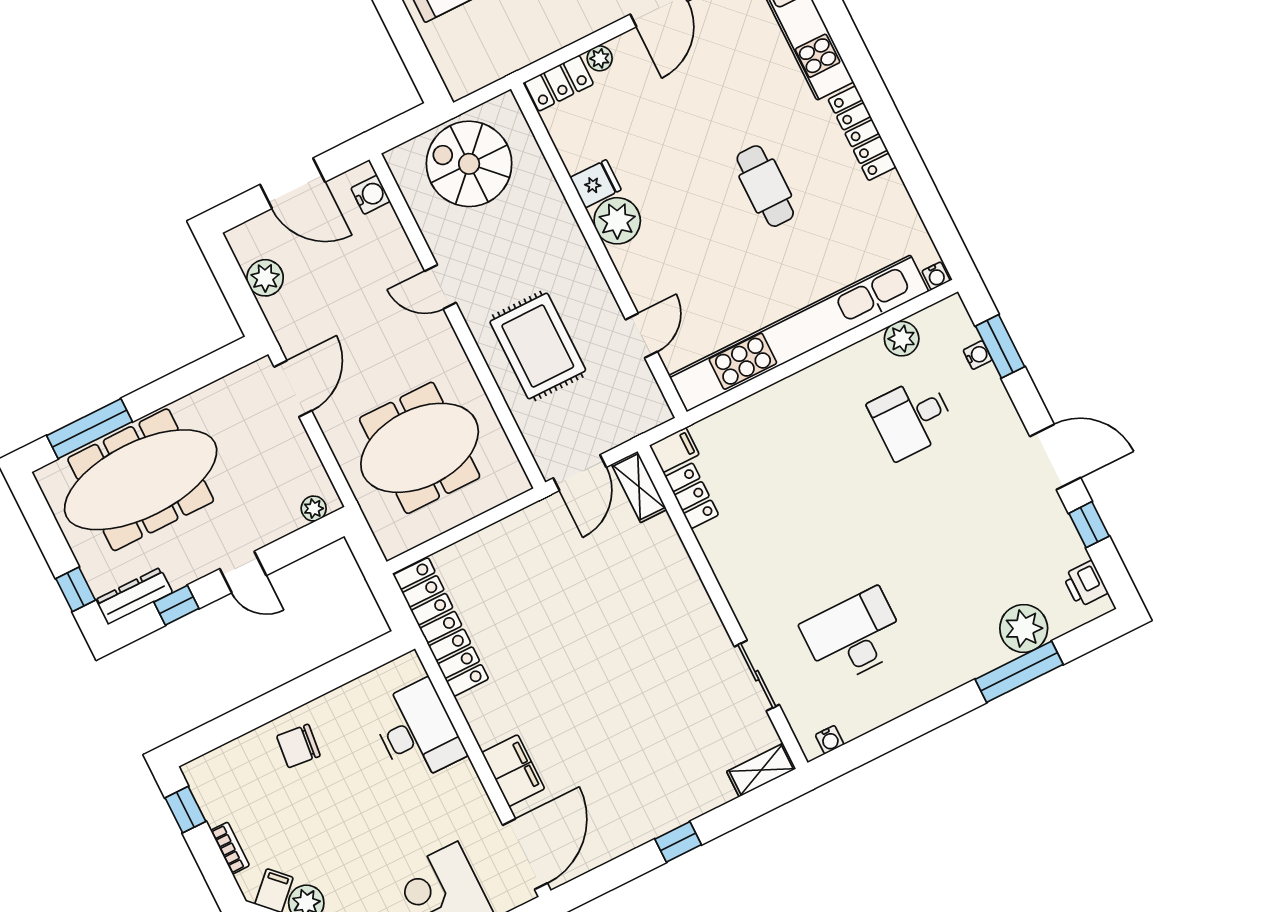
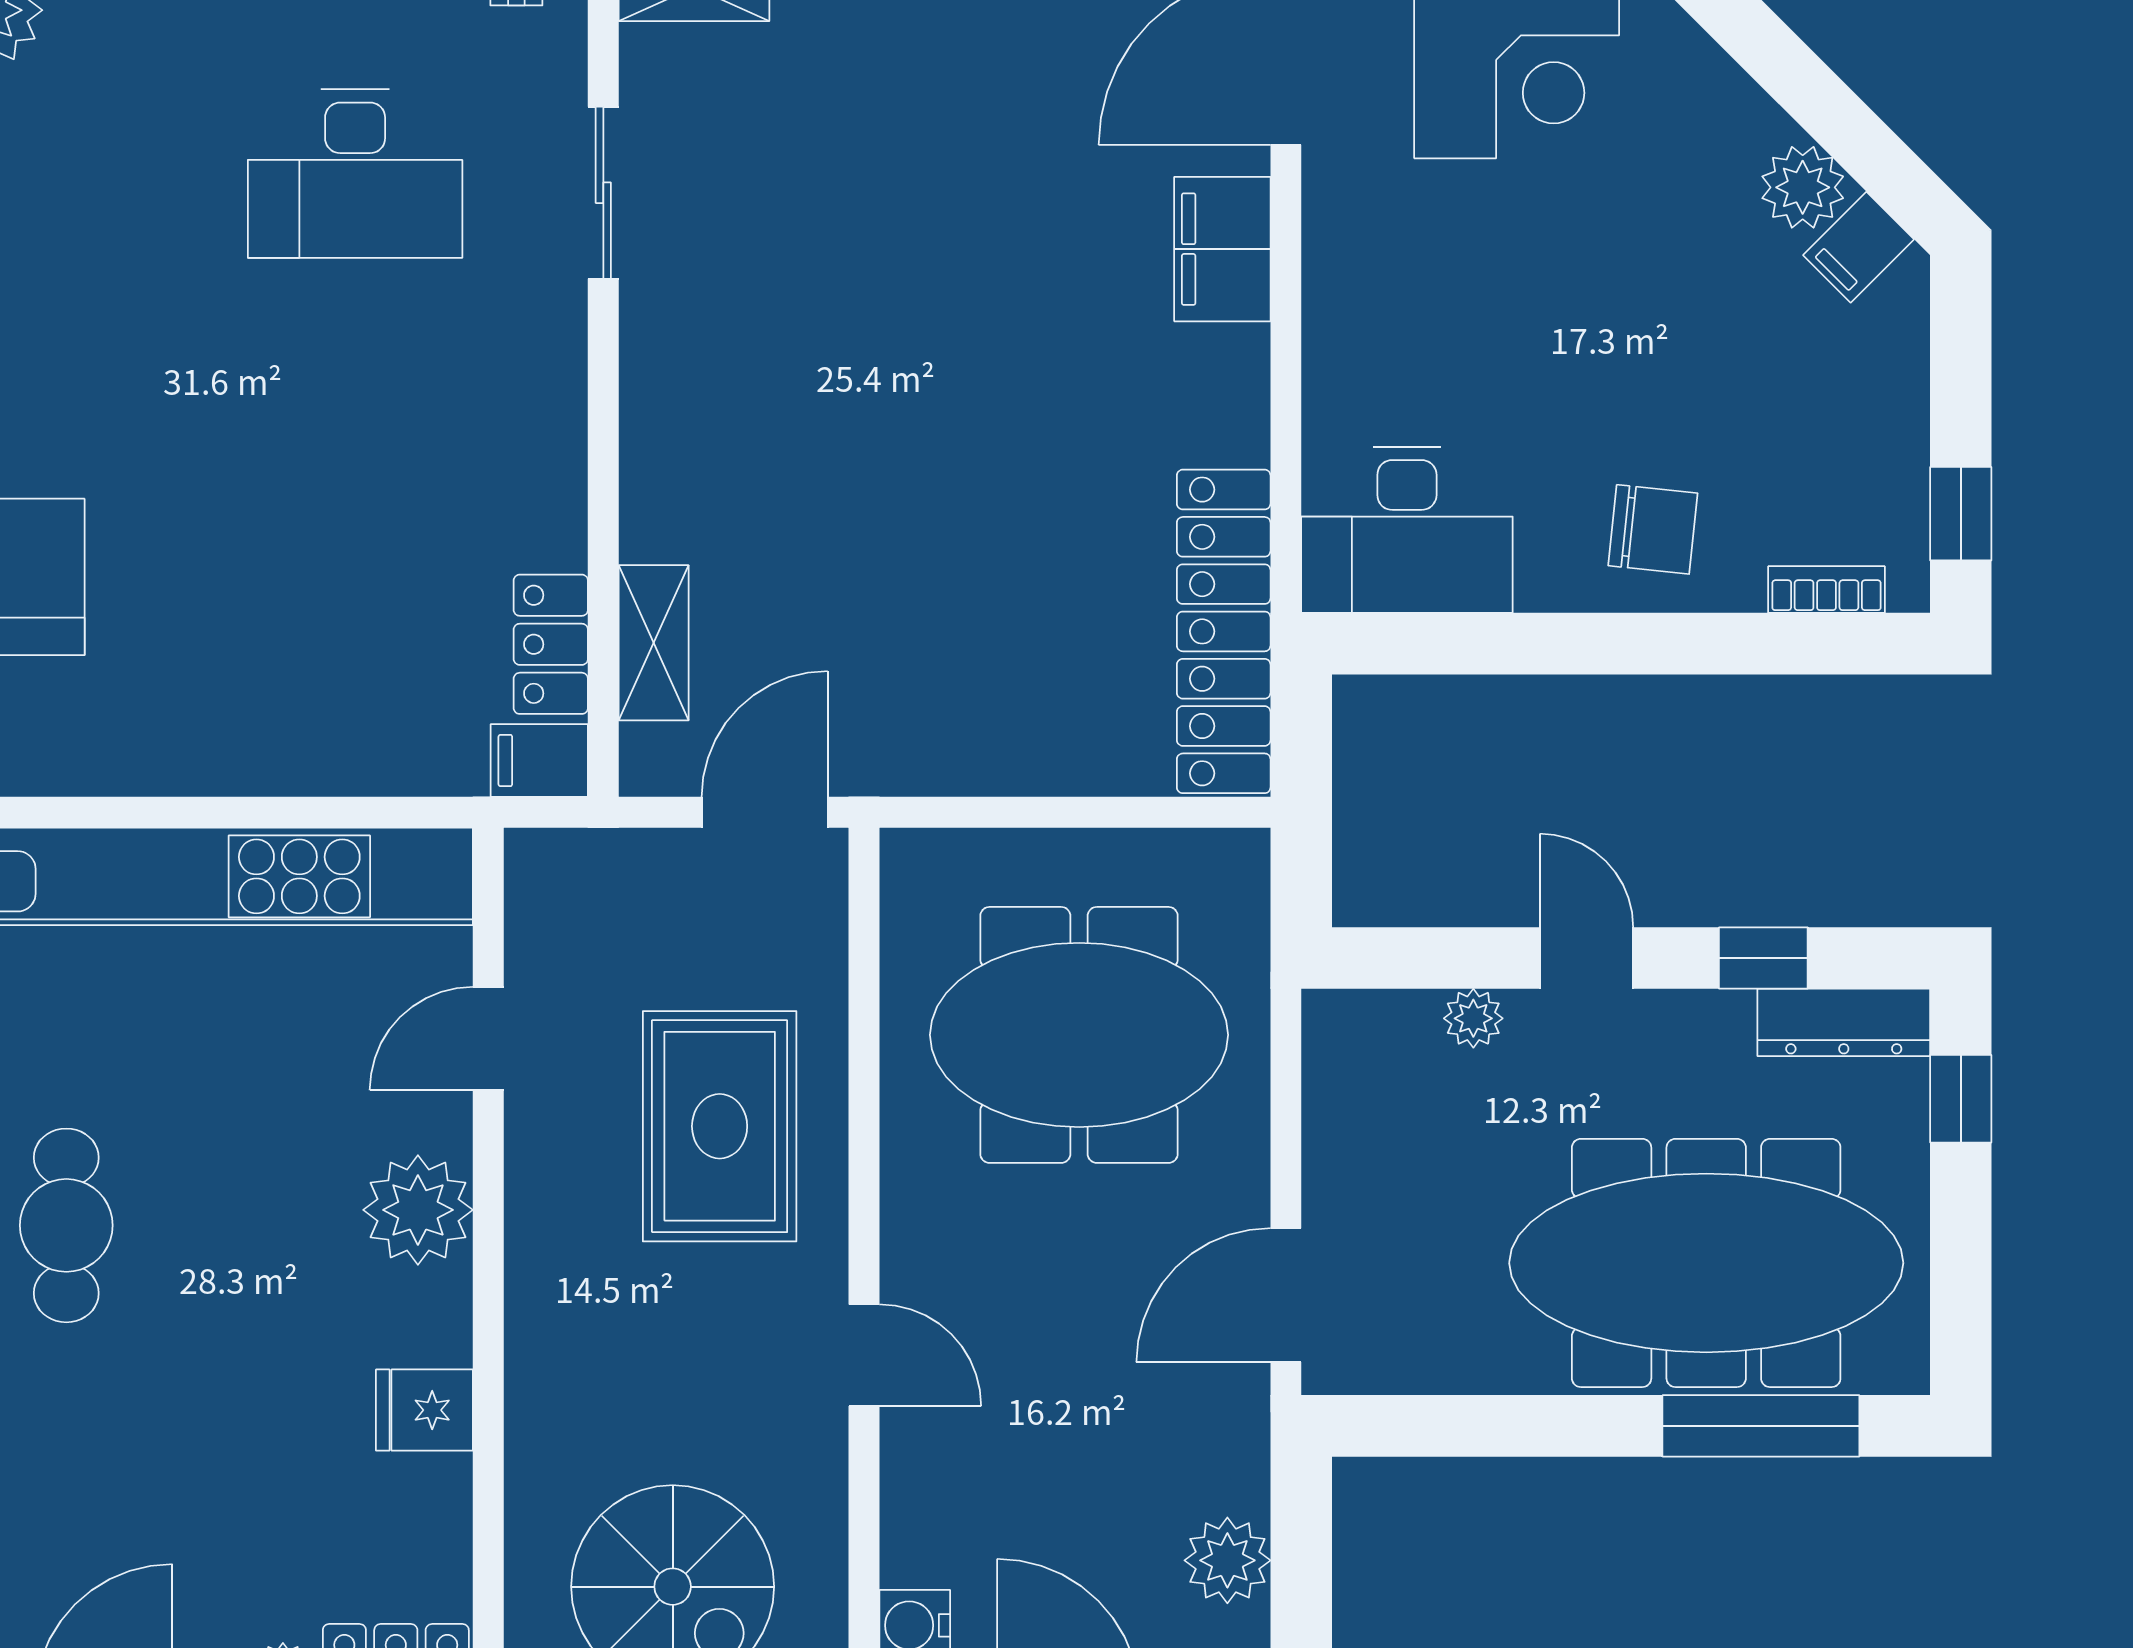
plant: (617, 221) -> (418, 1210), moved
shelving: (639, 487) -> (654, 643), moved
plant: (314, 509) -> (1473, 1018), moved
desk: (417, 731) -> (1407, 530), moved, turned -90
bookcase: (230, 848) -> (1826, 590), moved, turned 90

